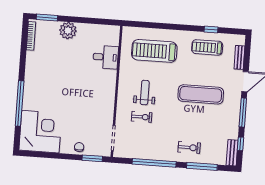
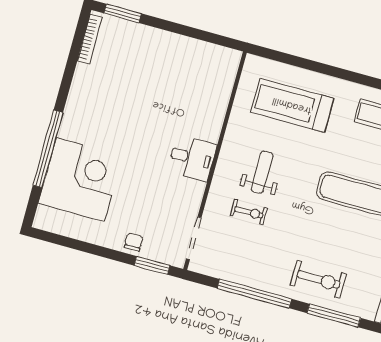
plant: (68, 31) -> (154, 42), removed
desk: (106, 57) -> (192, 158), moved
corner desk: (40, 132) -> (80, 179), moved
exercise bike: (189, 147) -> (319, 279), width x1.38, depth x1.39

